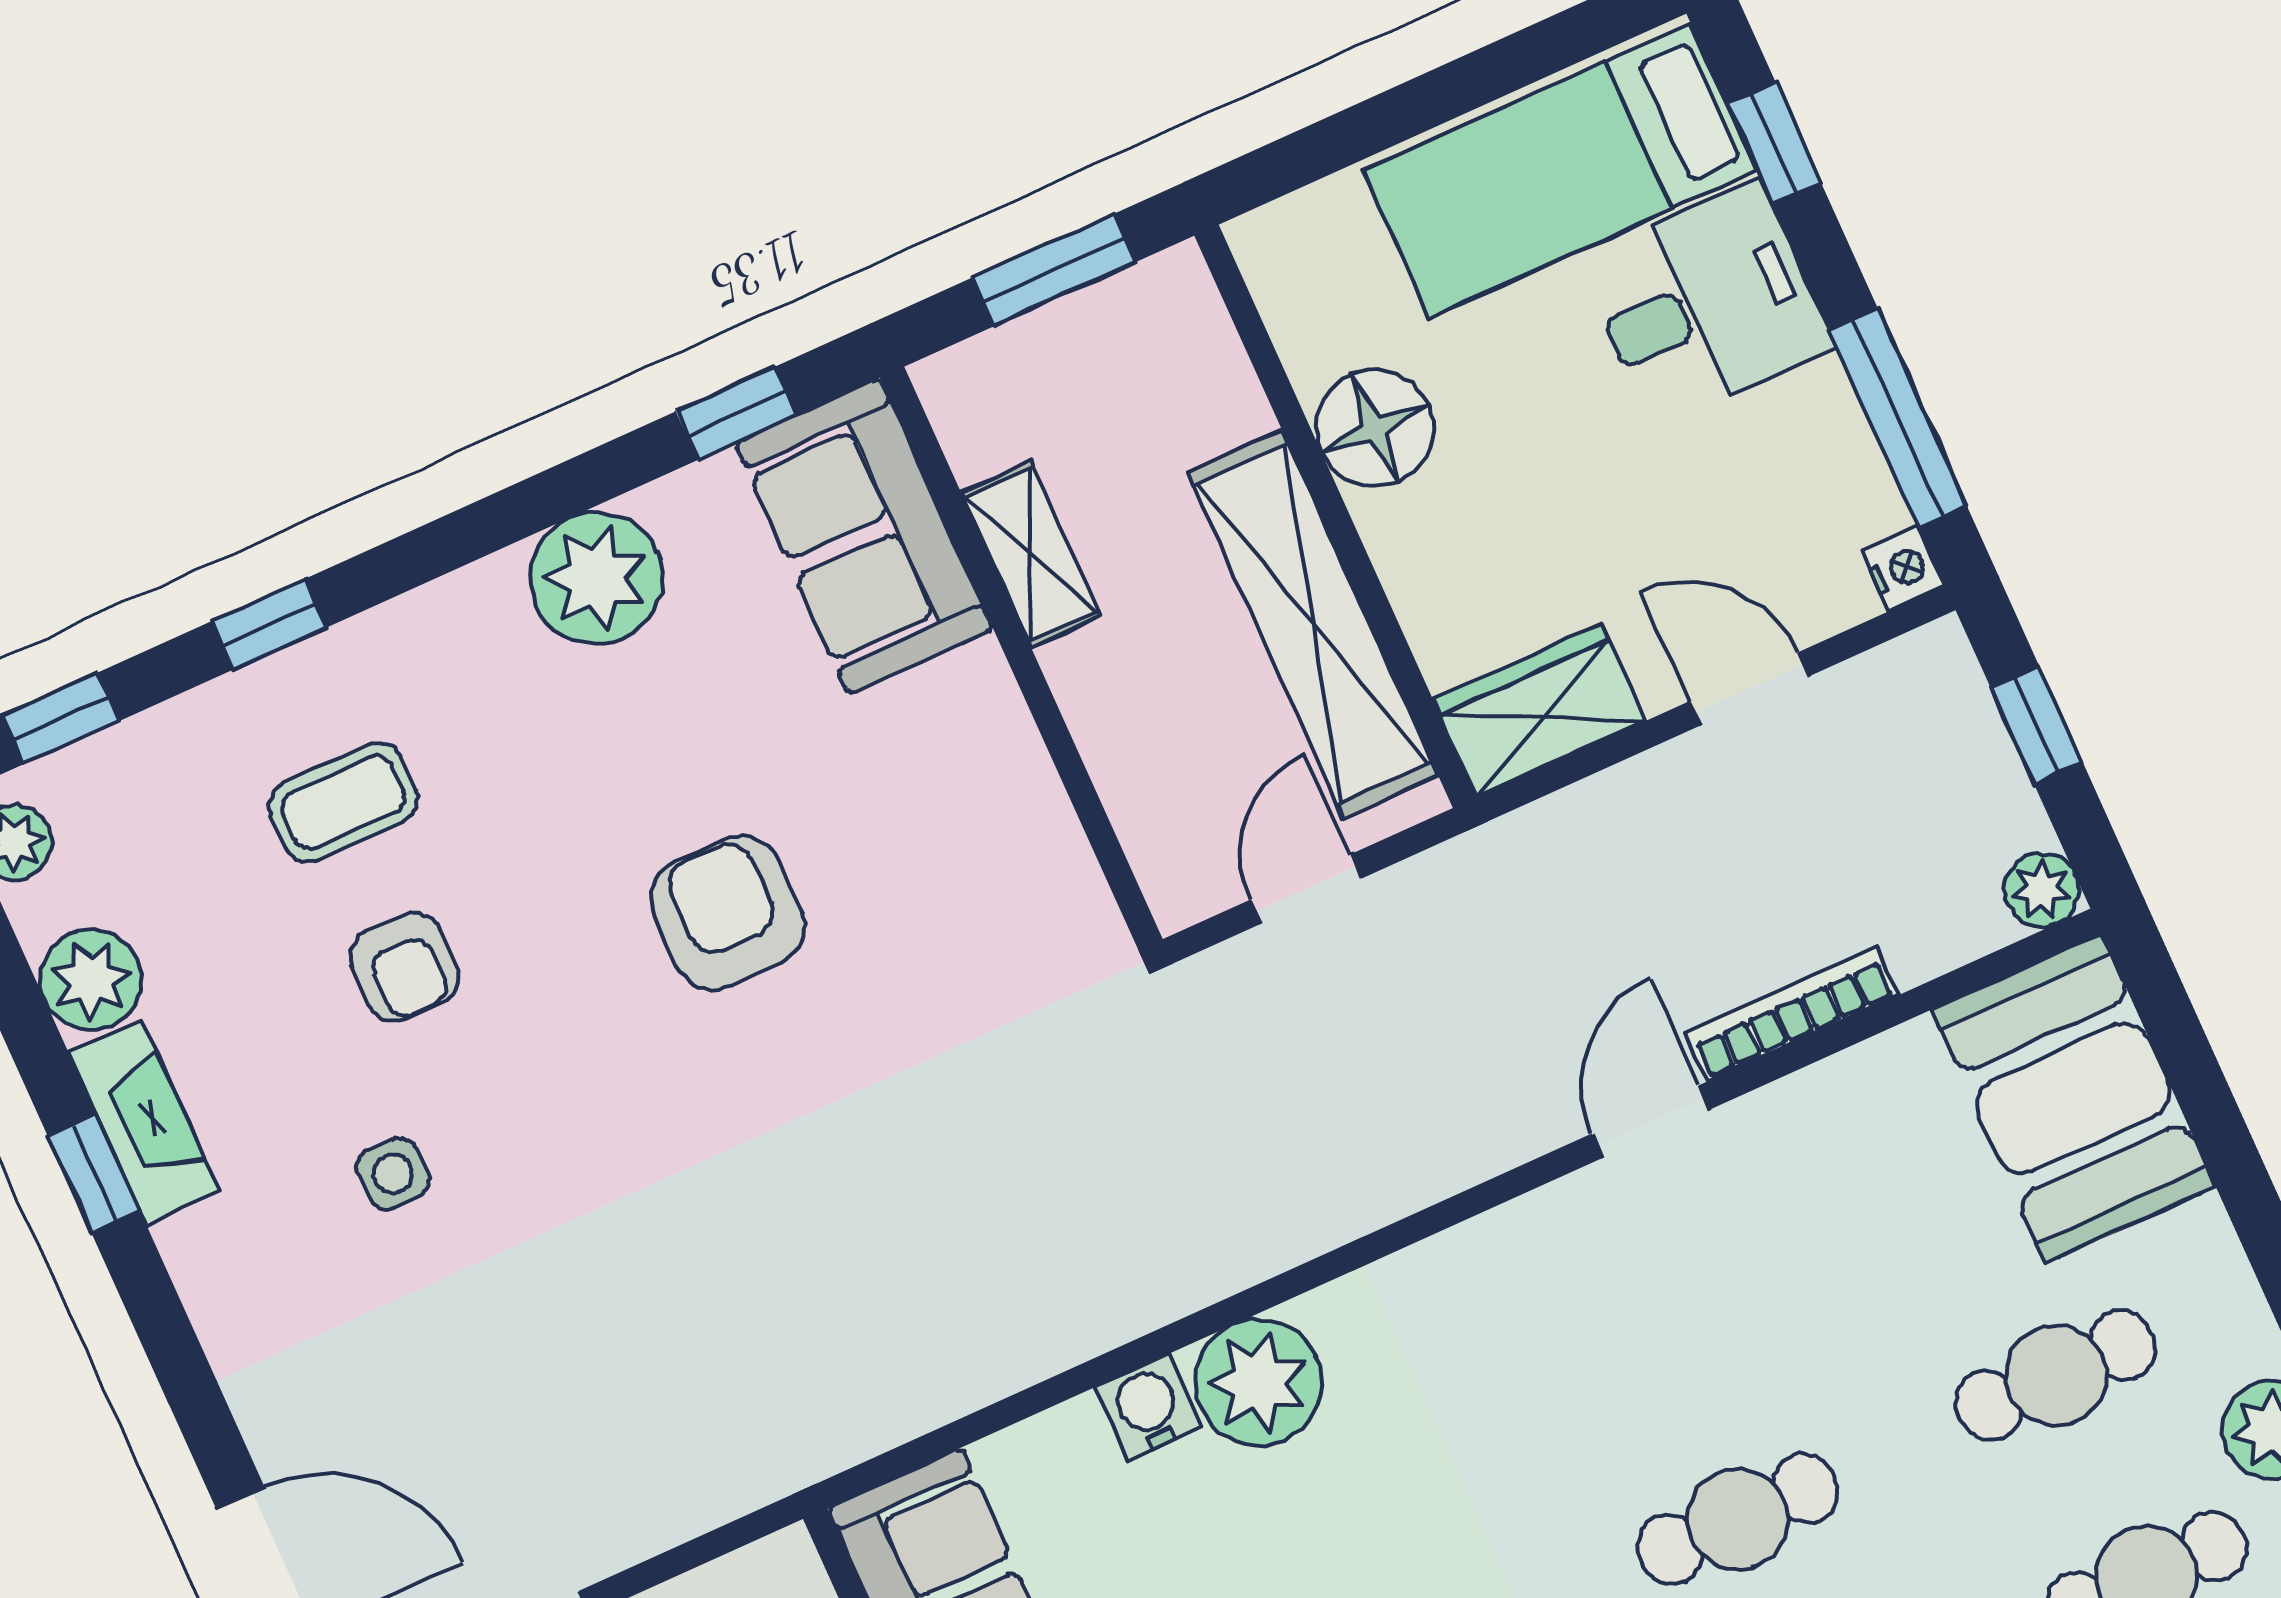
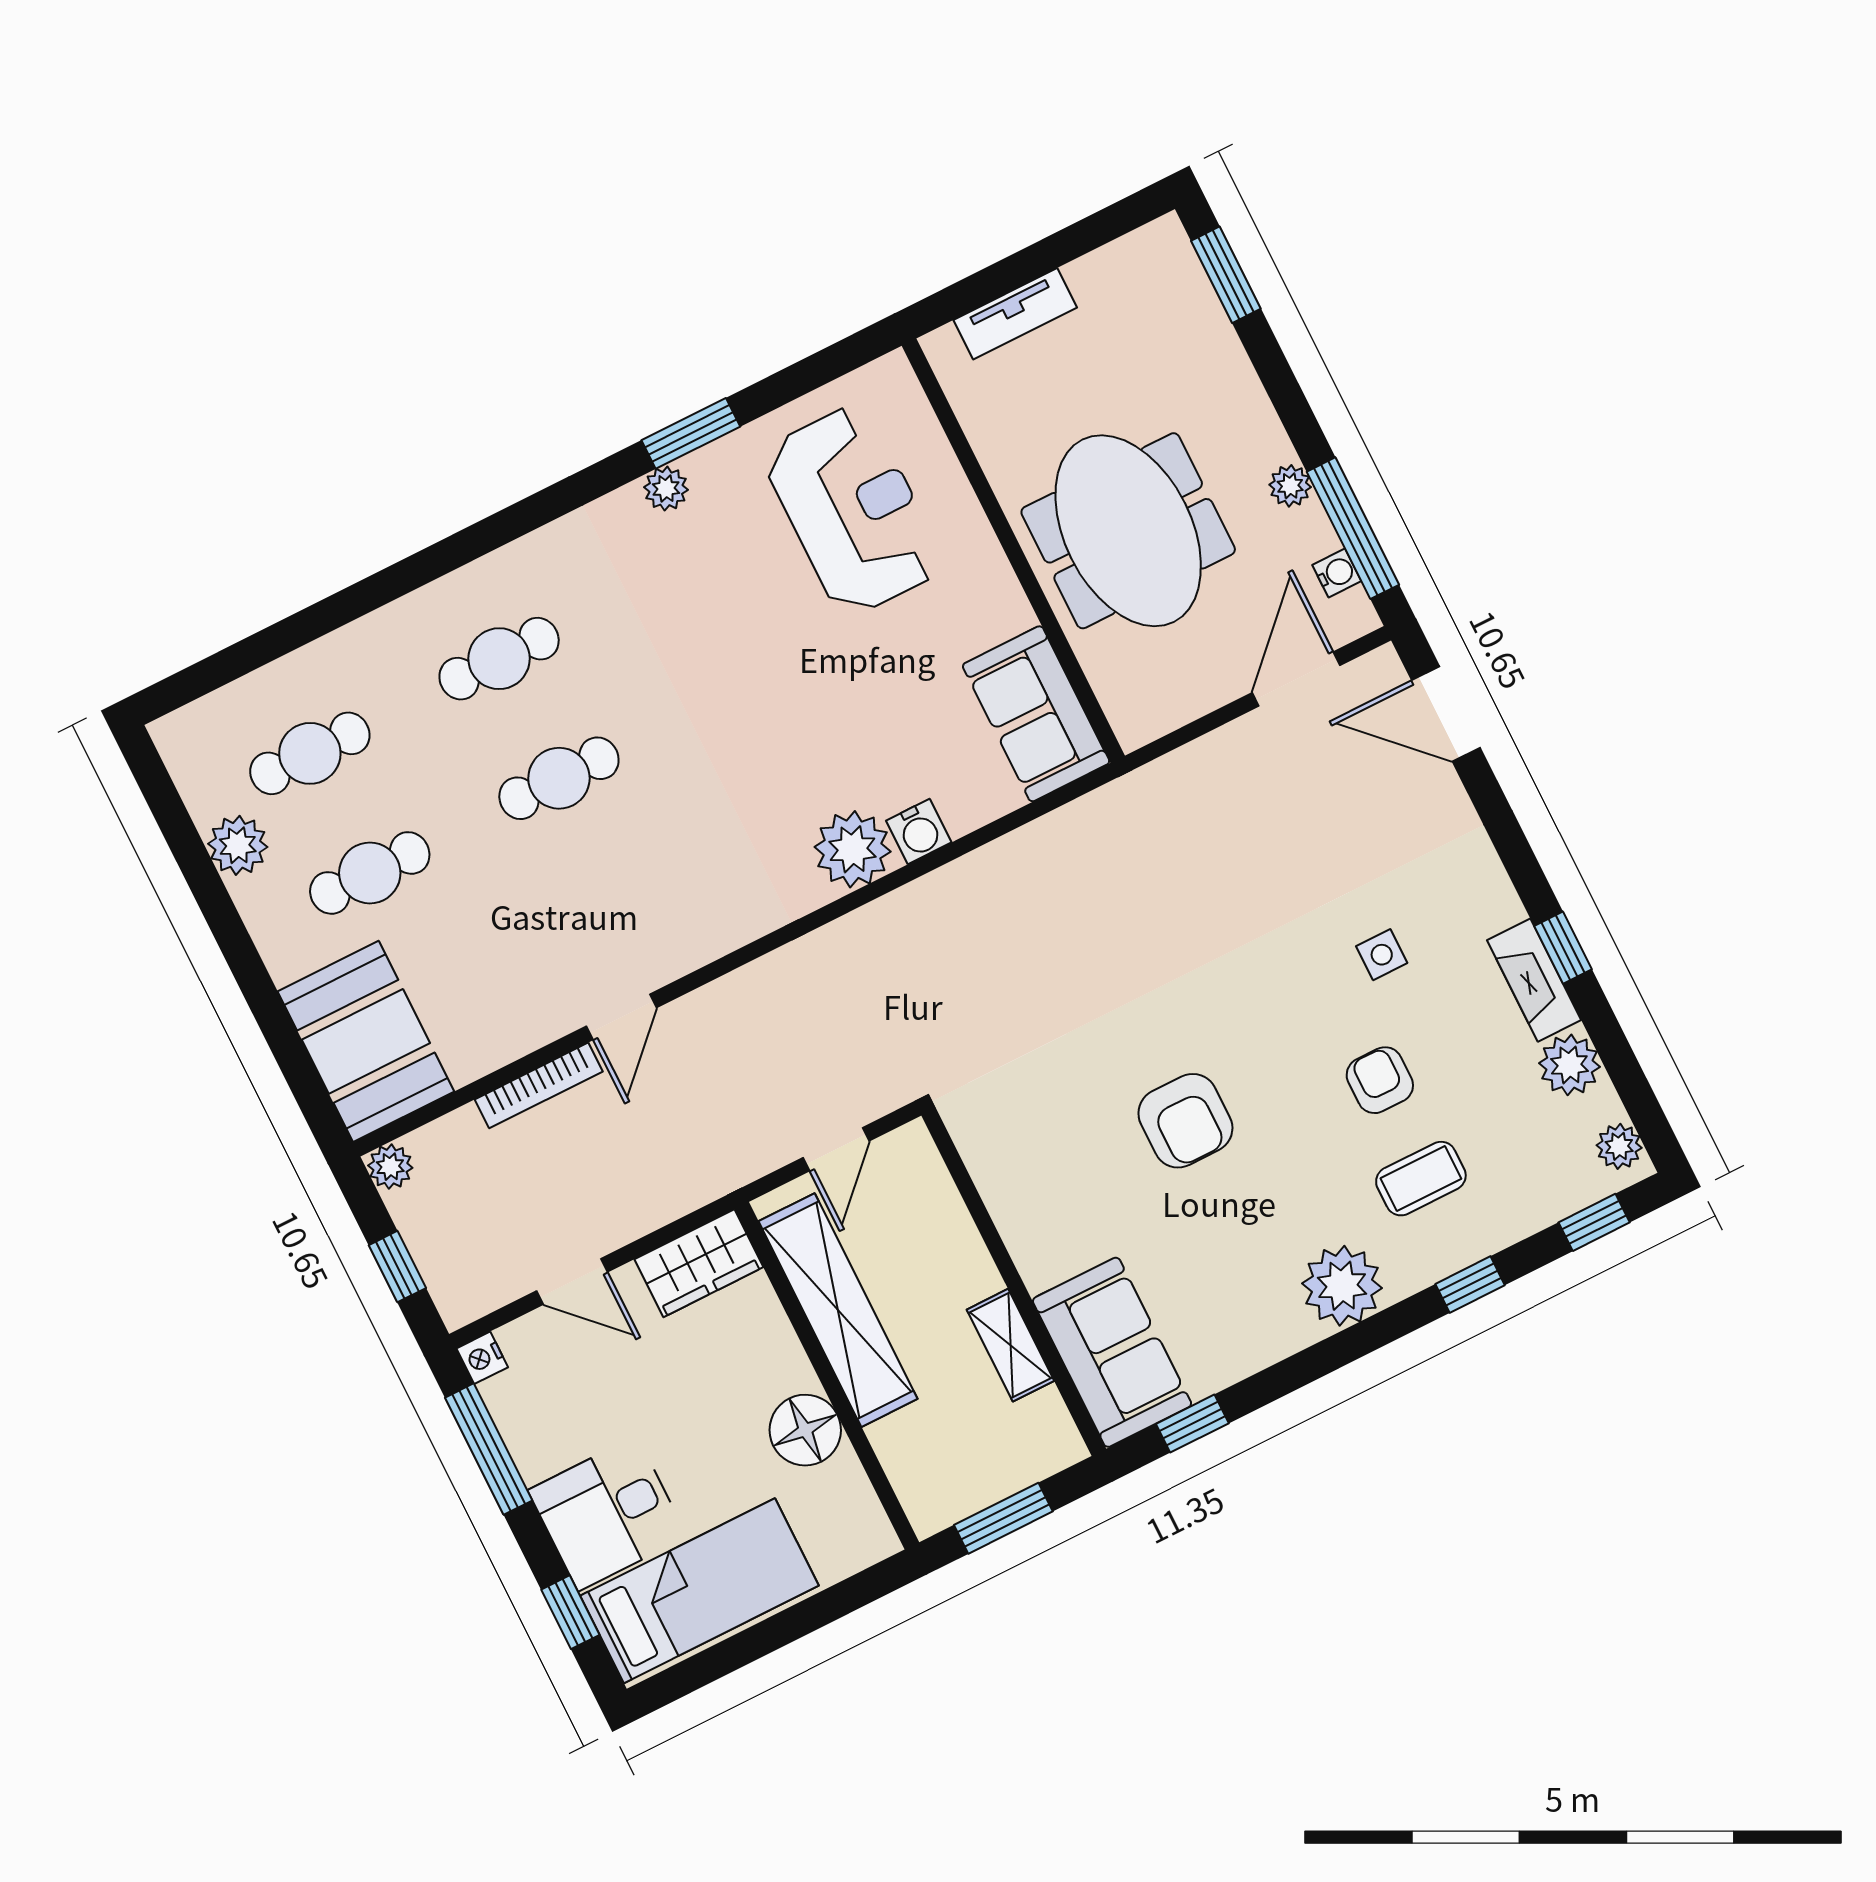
plant: (596, 578) -> (1342, 1286), moved

